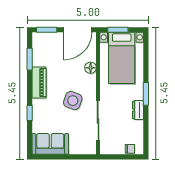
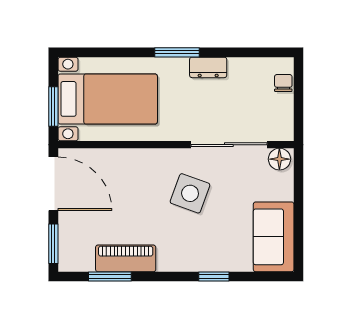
floor lamp: (91, 68) -> (279, 159), moved
piano: (39, 82) -> (126, 258), moved

